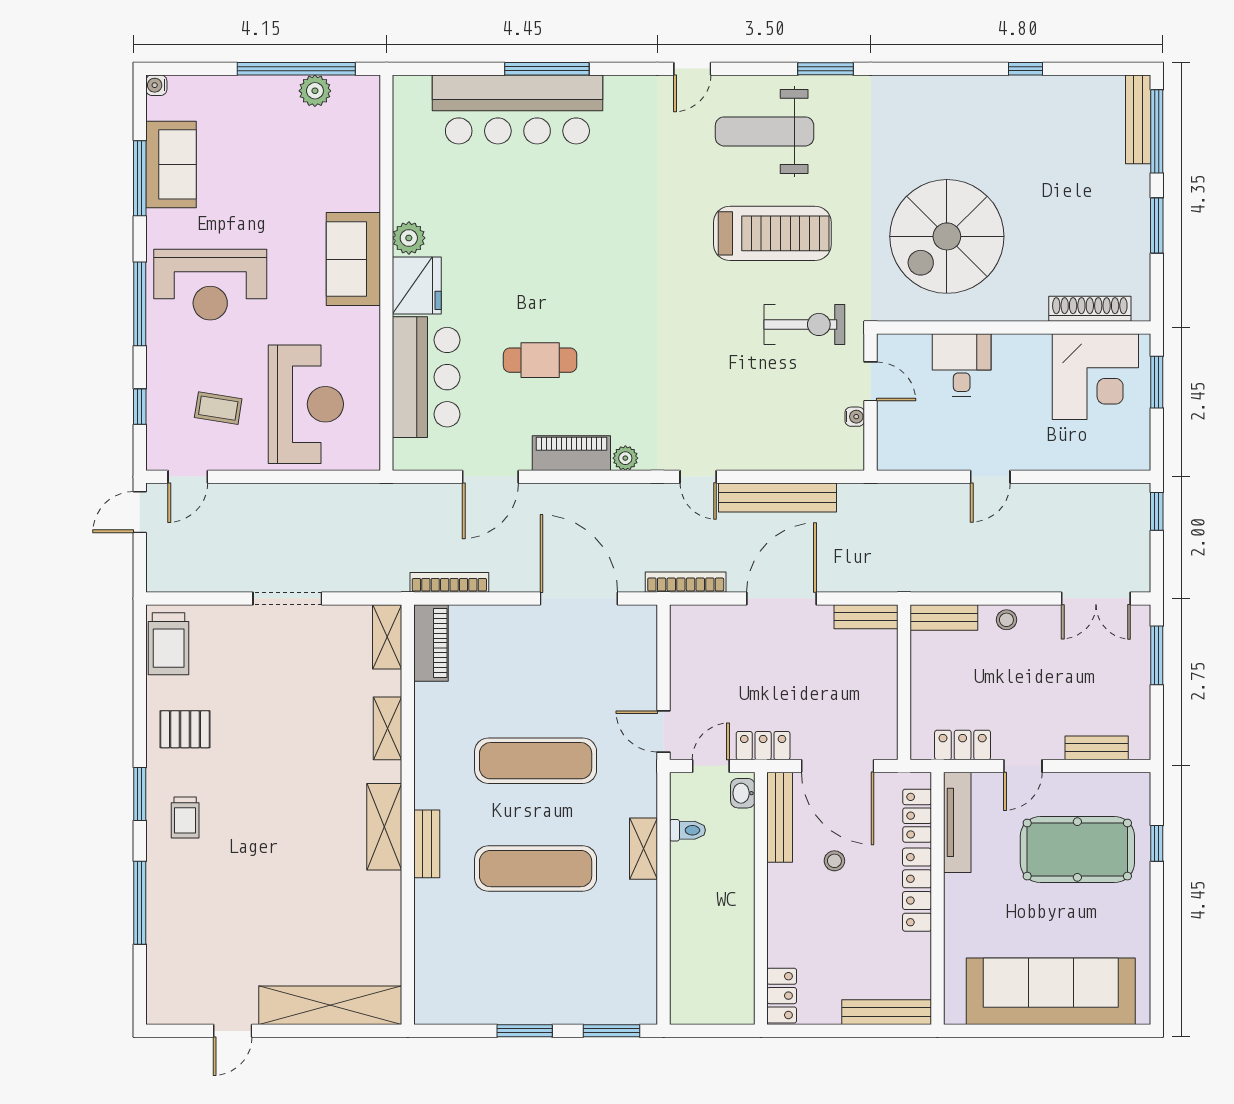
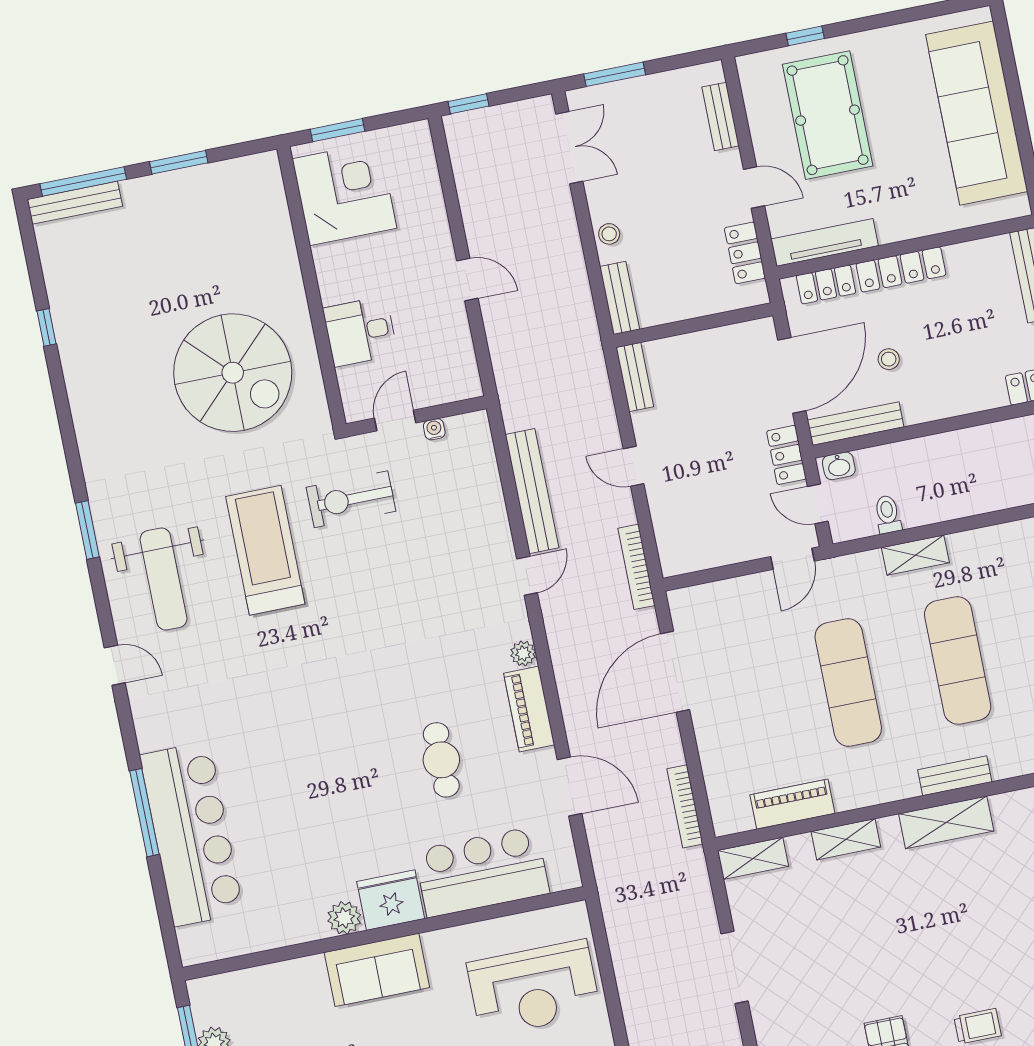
shoe rack: (1090, 309) -> (277, 213), removed
exercise bike: (804, 324) -> (351, 499), turned -90
reception desk: (306, 404) -> (534, 988), turned 180
door: (782, 598) -> (633, 466), width x0.53
piano: (431, 643) -> (792, 804), moved

